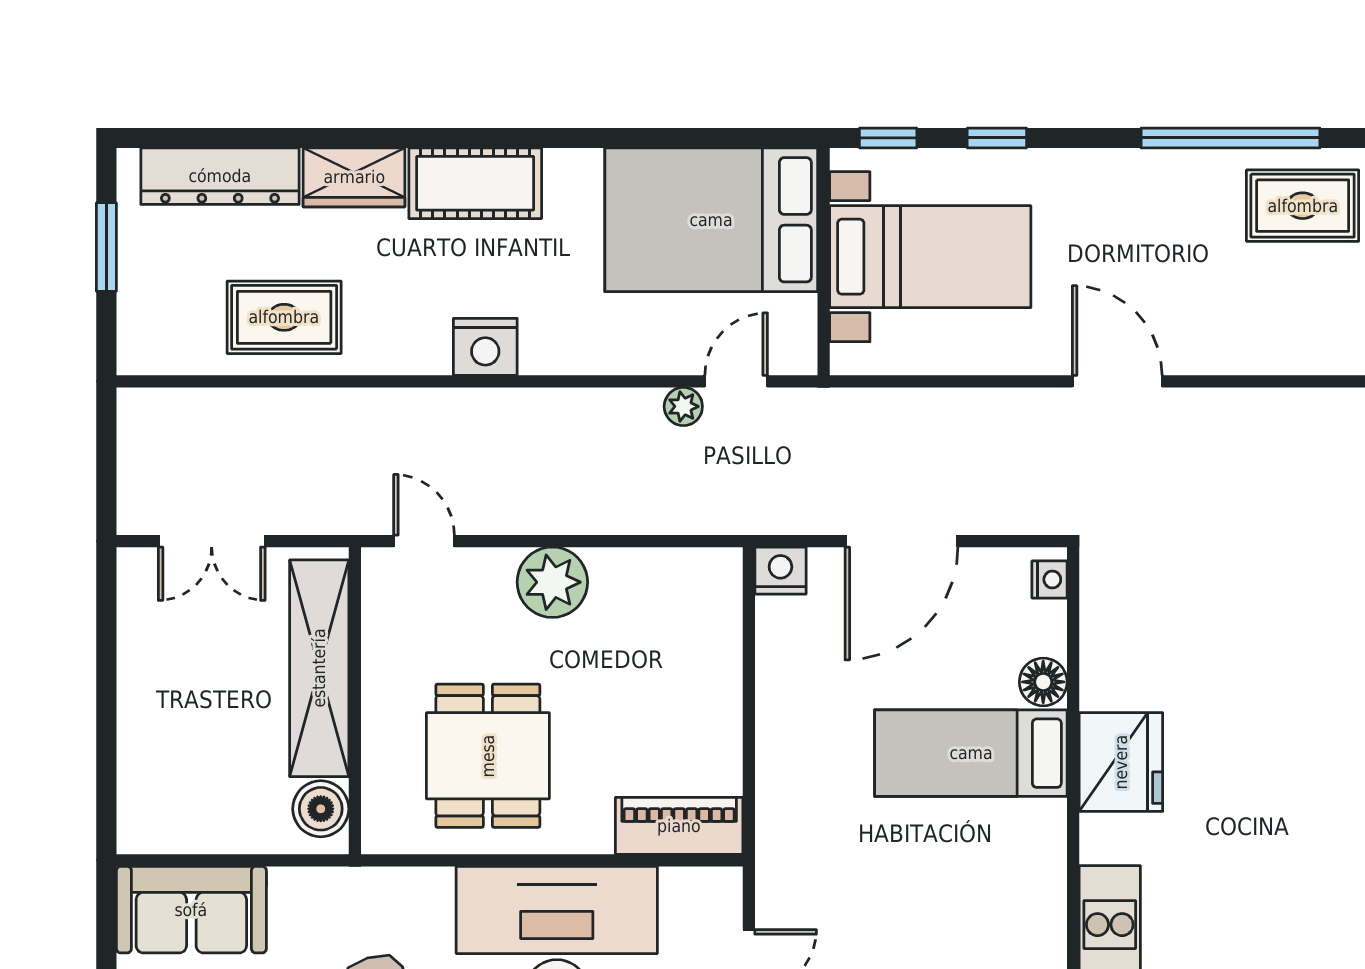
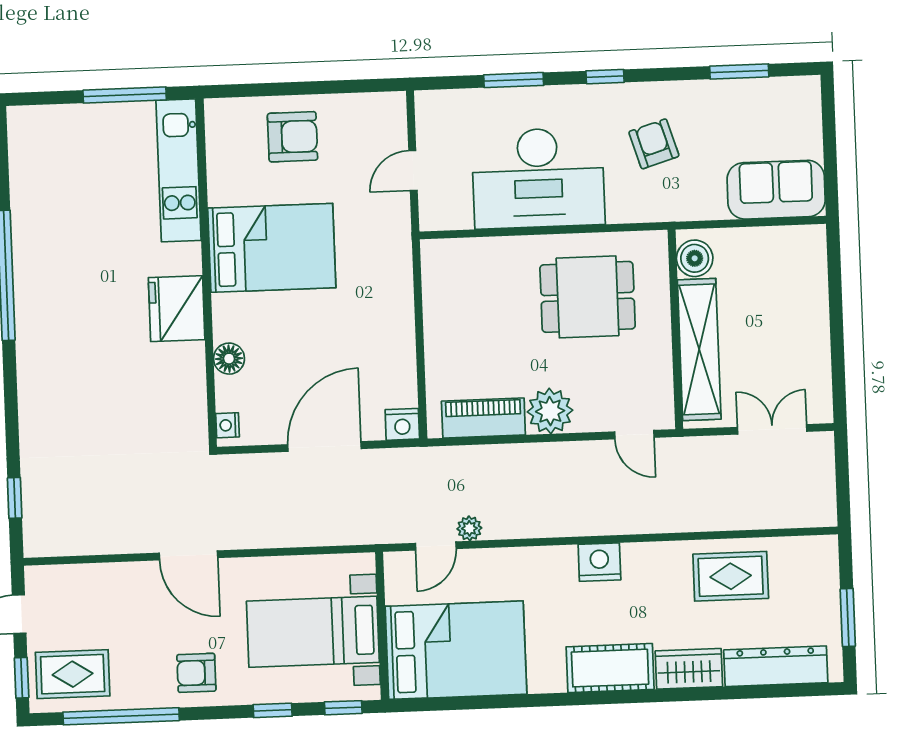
armchair: (1112, 200) -> (196, 673), added
bed: (971, 753) -> (272, 248), moved, width x1.50
dining table: (488, 756) -> (588, 297), turned 90
piano: (679, 826) -> (483, 418), moved, turned 180

